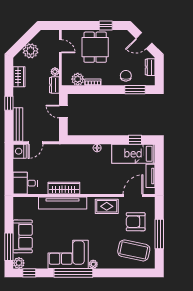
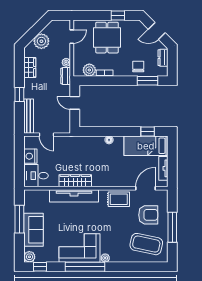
door: (60, 46) -> (72, 37), hinge flipped
door: (36, 143) -> (46, 135), hinge flipped
nightstand: (20, 151) -> (30, 156), moved
armchair: (136, 222) -> (148, 215), turned 180
window: (9, 247) -> (19, 219), moved

